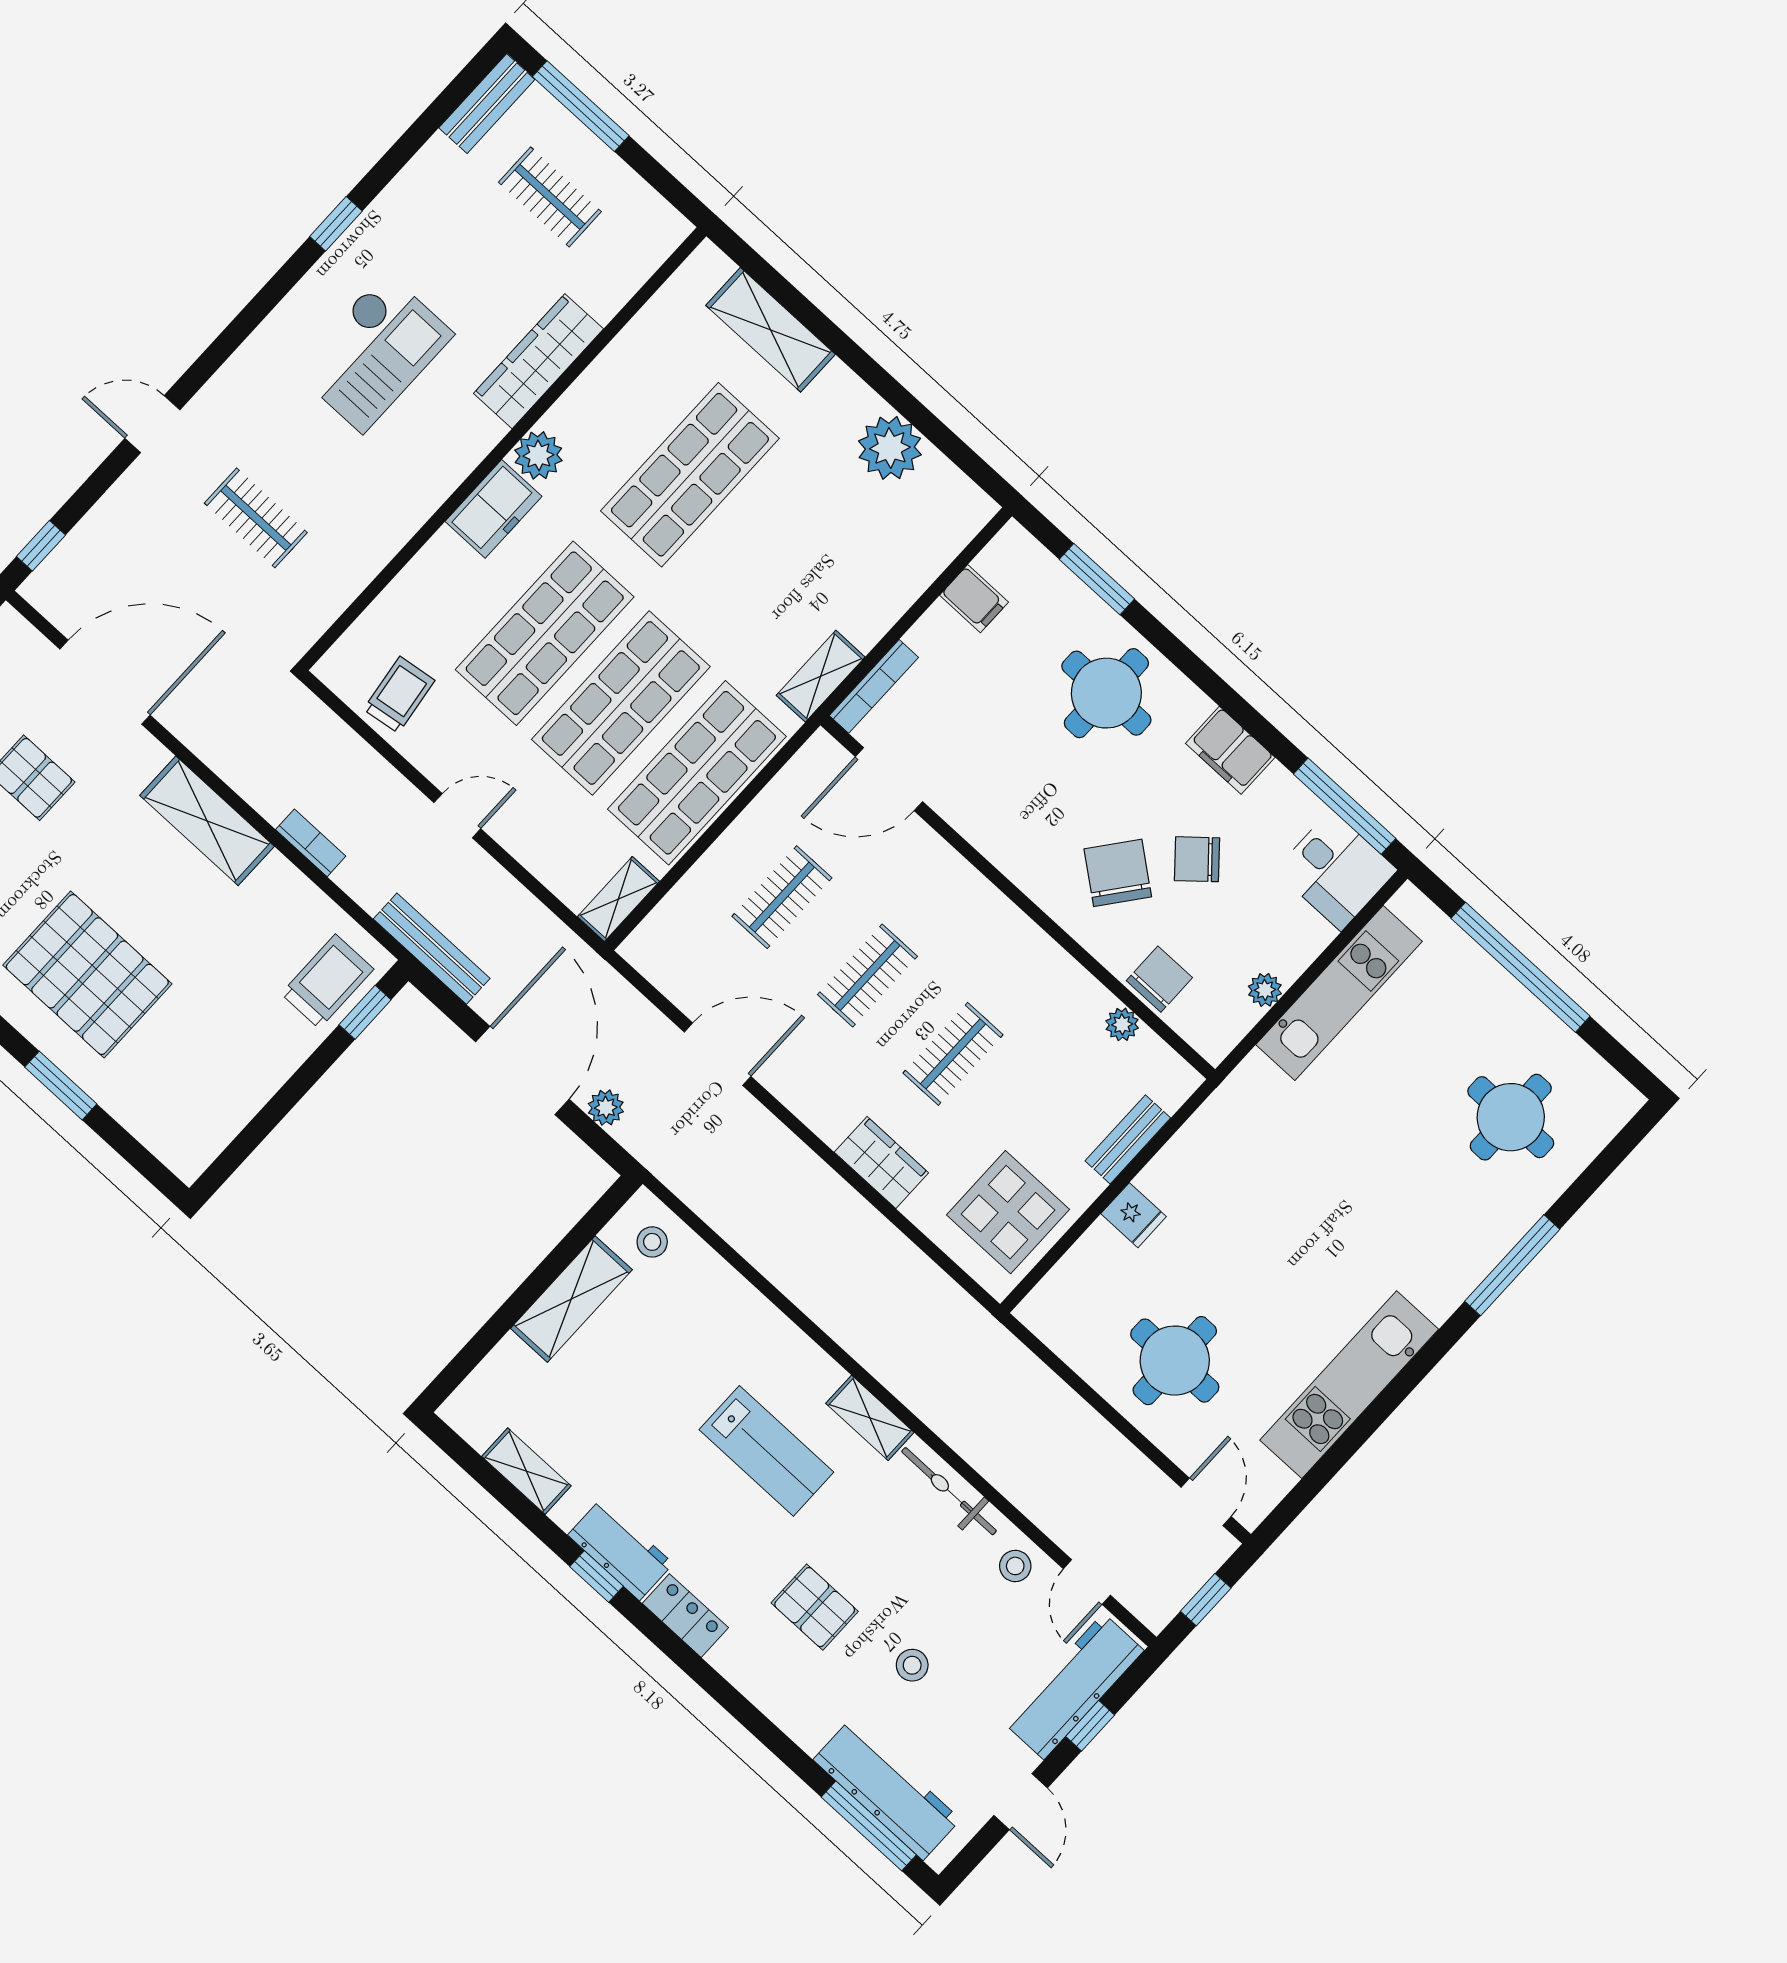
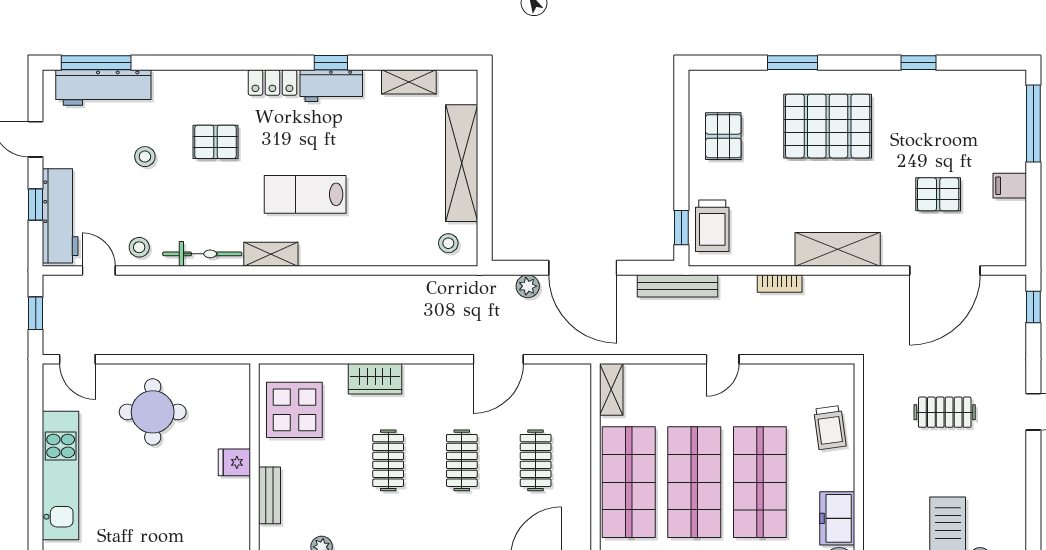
trolley: (399, 695) -> (830, 428), moved
pallet: (219, 1074) -> (723, 136), added
shelving: (571, 1299) -> (462, 163), width x1.47

